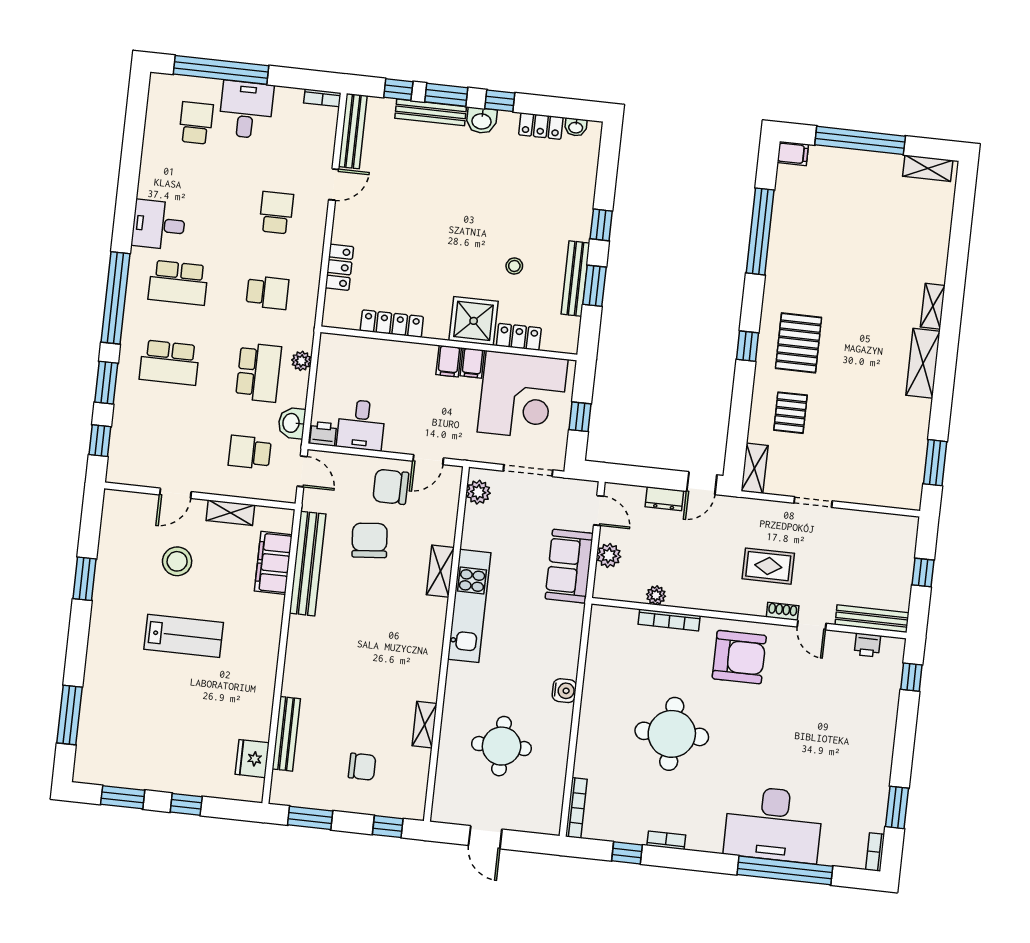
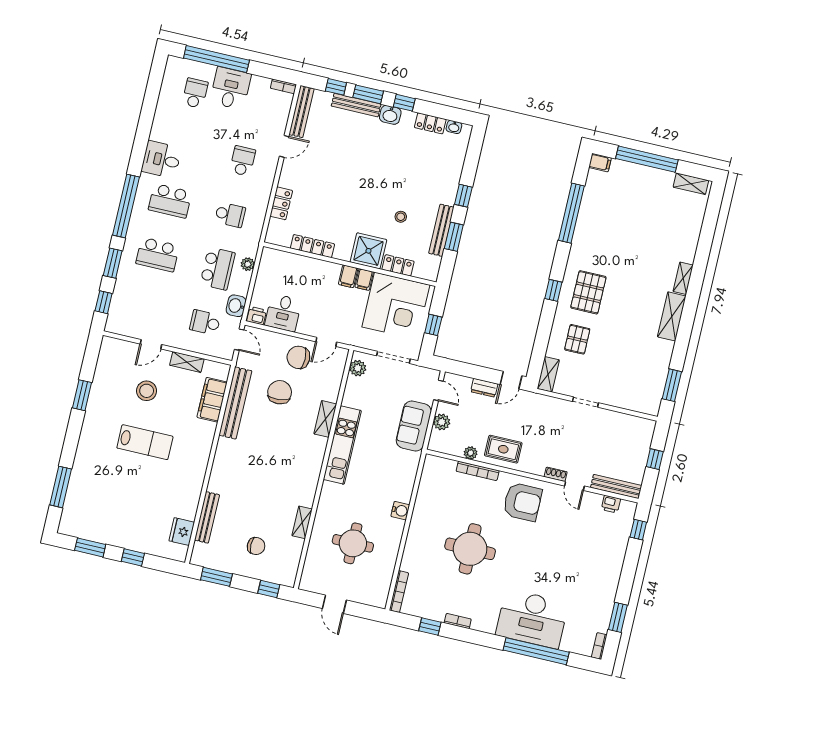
rug: (768, 566) -> (503, 449), moved

